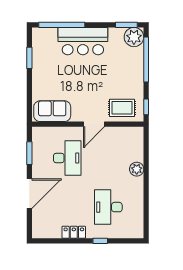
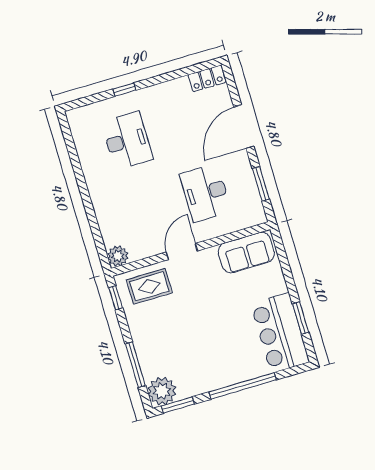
window: (62, 25) -> (243, 386), moved
bar counter: (83, 41) -> (280, 333), moved, turned -90
window: (146, 59) -> (135, 365), width x0.68
plant: (137, 169) -> (118, 256), moved
locker: (74, 232) -> (207, 78), moved

